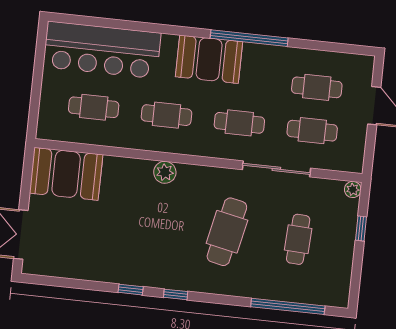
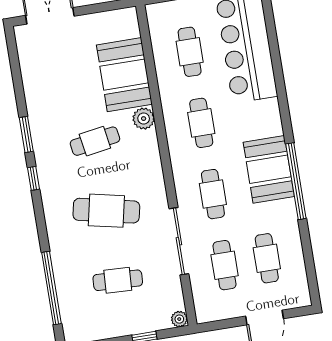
booth: (209, 59) -> (269, 169), moved
plant: (165, 172) -> (144, 119), moved
booth: (66, 174) -> (124, 75), moved
cafe table: (156, 224) -> (95, 141), added
window: (131, 290) -> (26, 134), width x1.50

